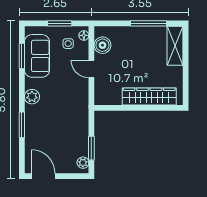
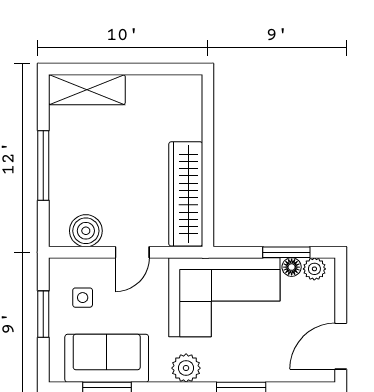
window: (148, 23) -> (43, 166), moved
floor lamp: (84, 35) -> (292, 267), moved
wardrobe: (149, 96) -> (186, 194), moved
corner sofa: (68, 116) -> (224, 297), added

